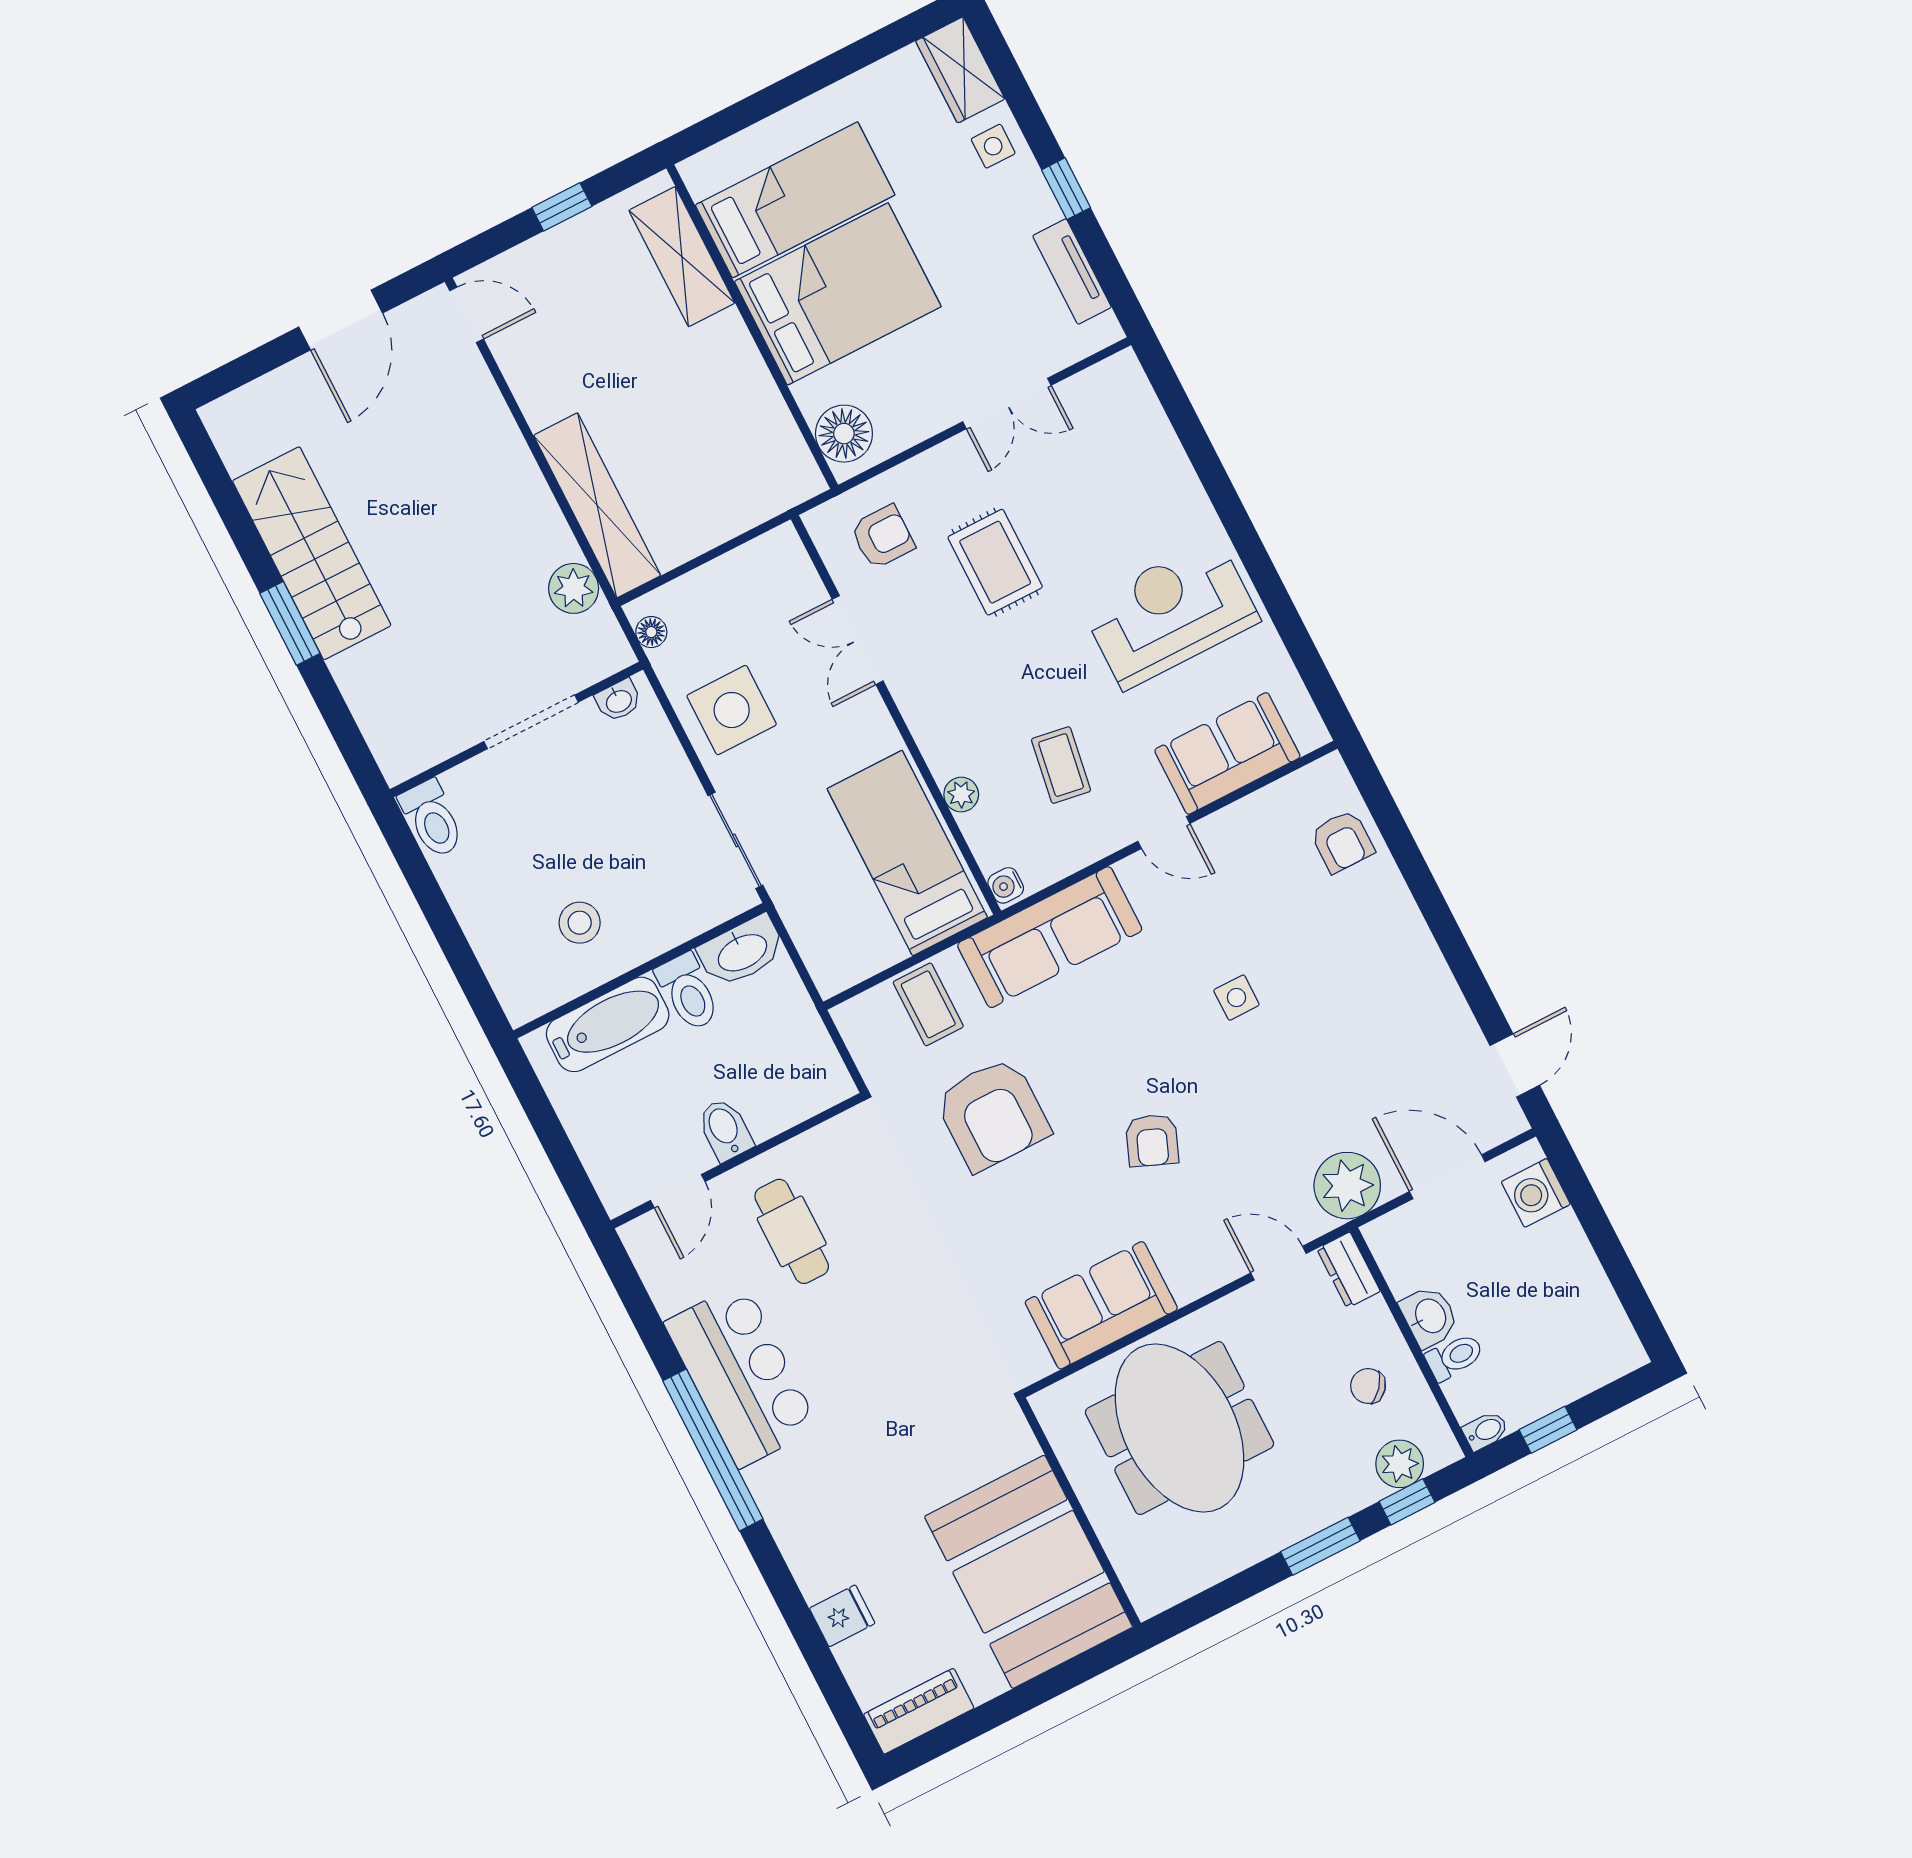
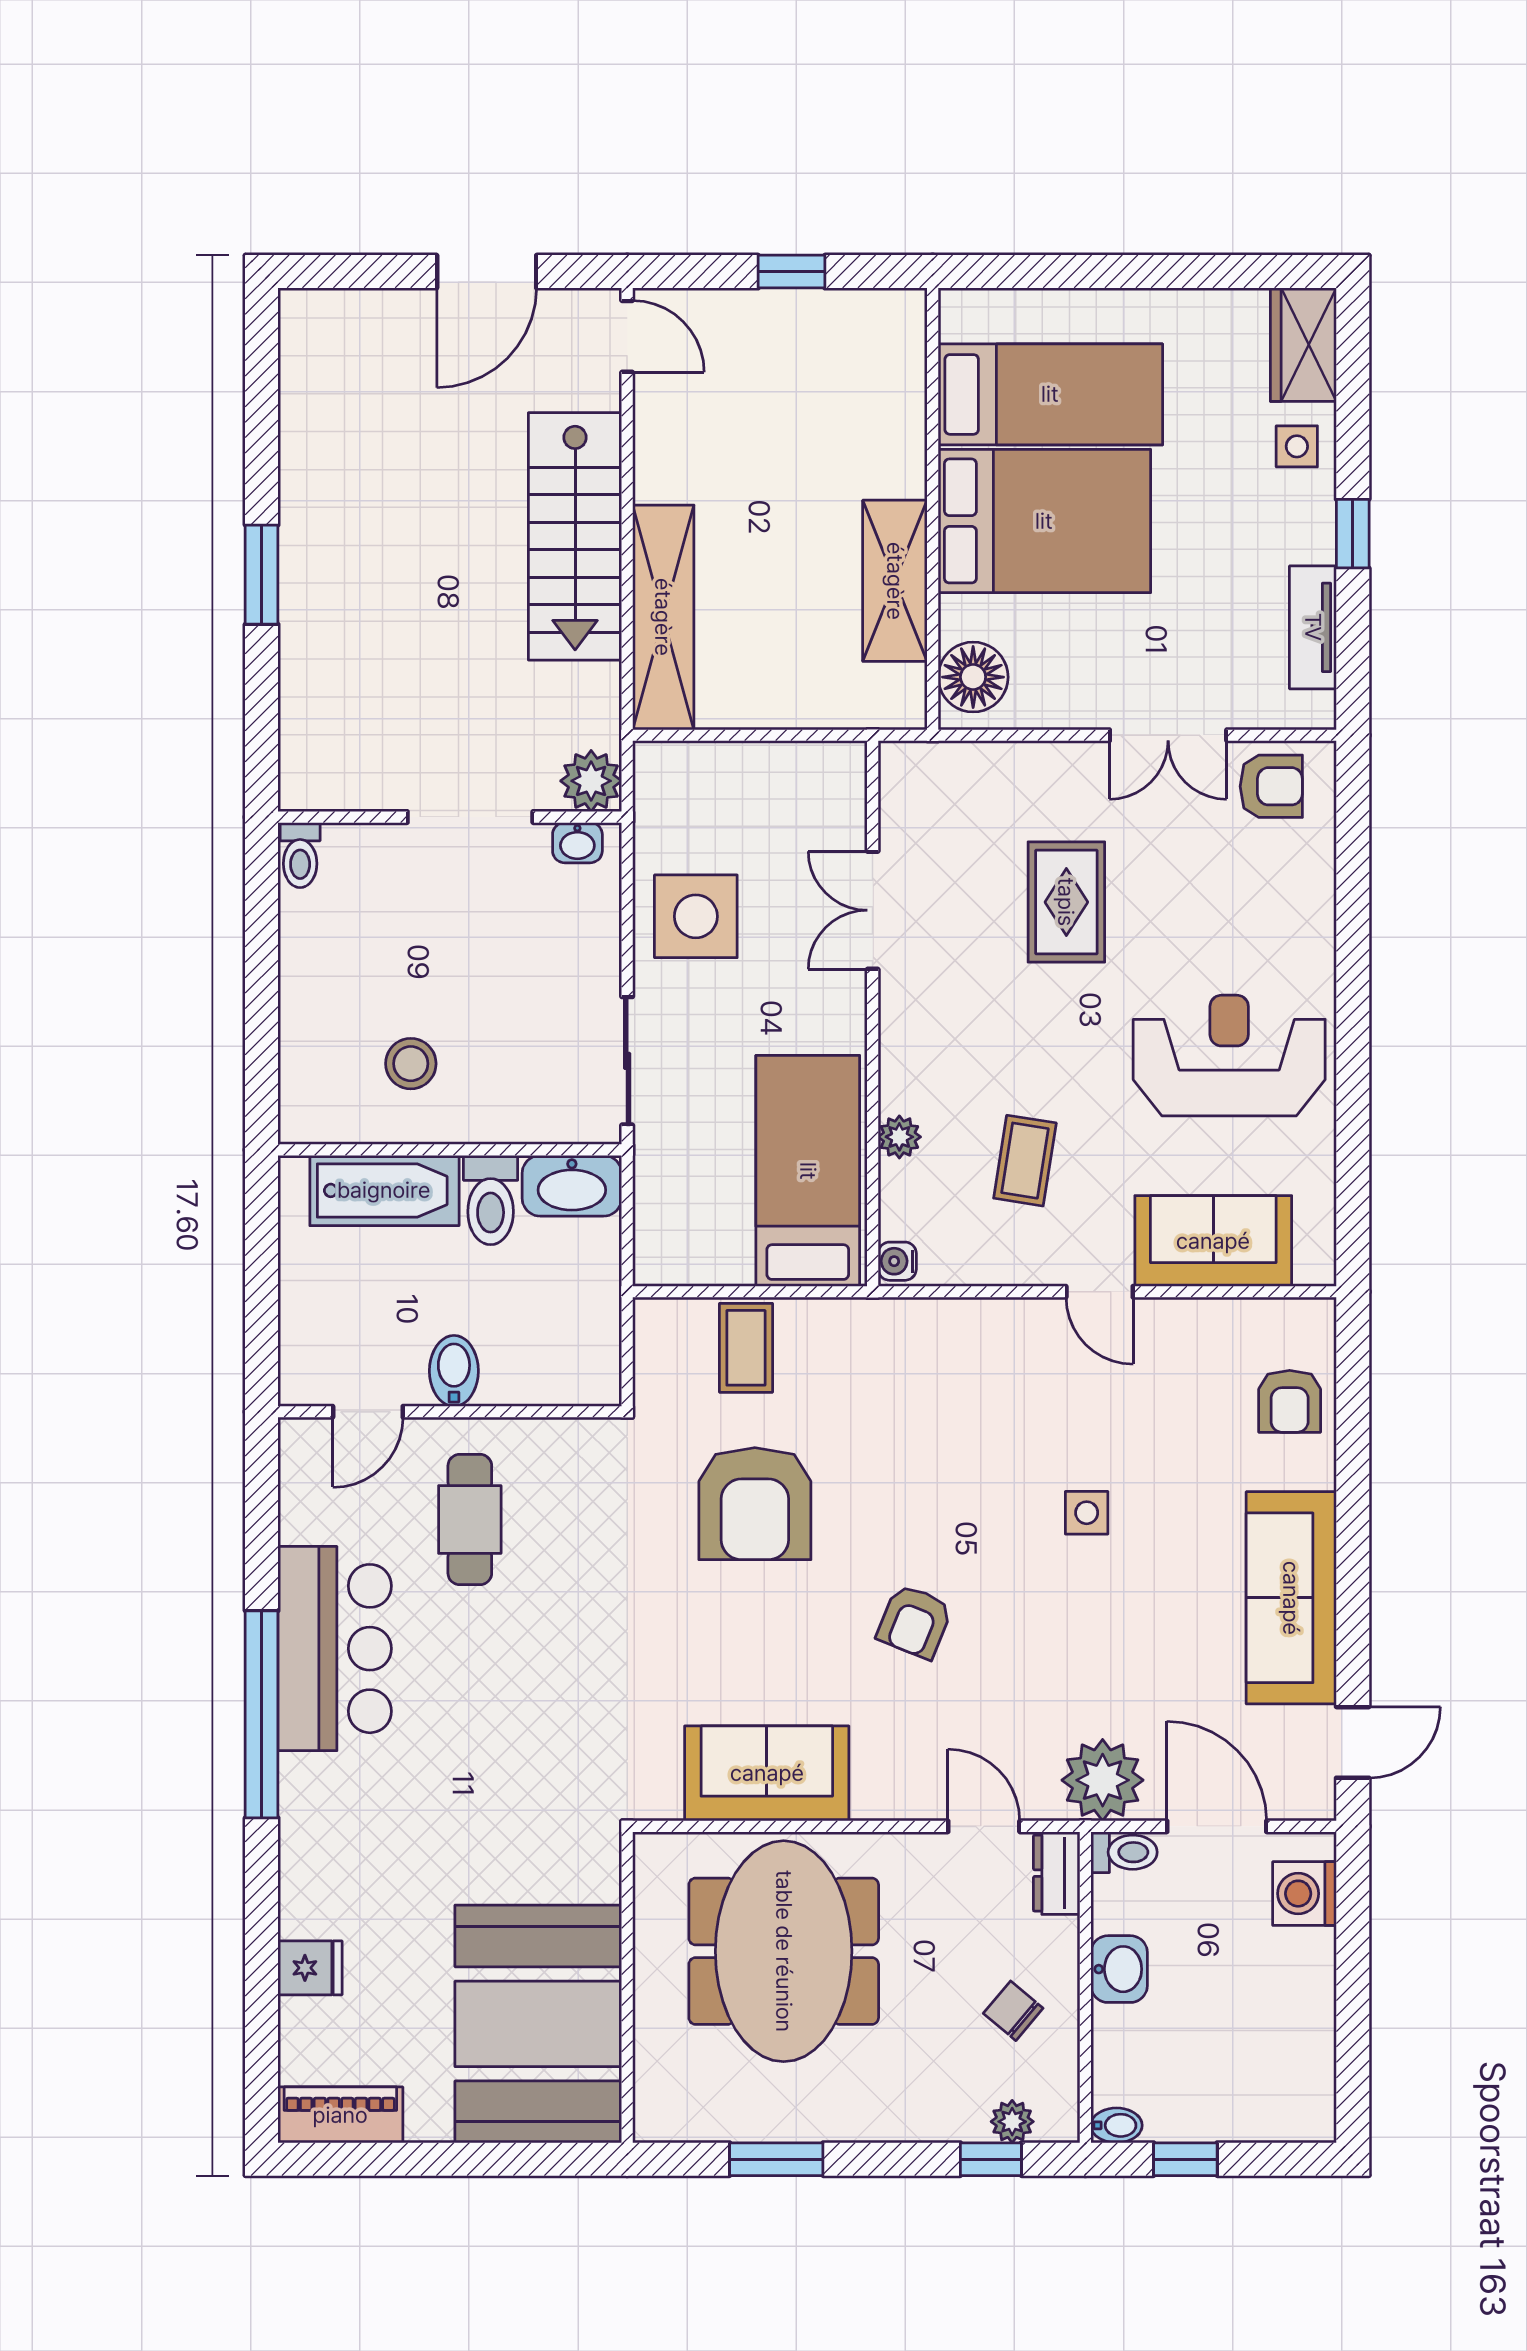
shelving: (682, 257) -> (895, 581), moved
armchair: (883, 537) -> (1271, 786), moved
stairs: (312, 553) -> (575, 536), moved, turned 180
plant: (574, 588) -> (591, 781), moved
floor lamp: (651, 632) -> (652, 786), removed
toilet: (432, 819) -> (300, 855), width x0.73, depth x0.72
sofa: (1050, 937) -> (1291, 1598), moved, turned 90
toilet: (1455, 1357) -> (1124, 1852), moved
plant: (1400, 1464) -> (1012, 2122), width x0.73, depth x0.73
window: (1320, 1546) -> (776, 2159), moved

